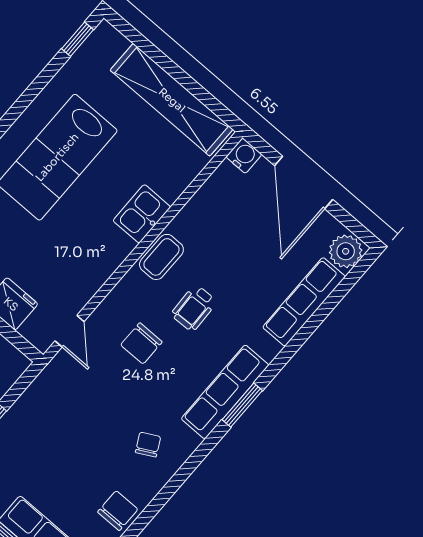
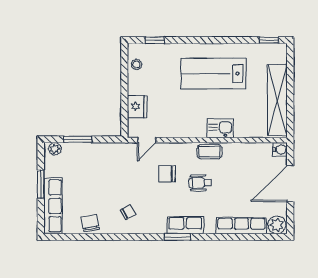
row of seats: (225, 392) -> (185, 225), width x0.68
chair: (118, 511) -> (90, 223), turned -101

